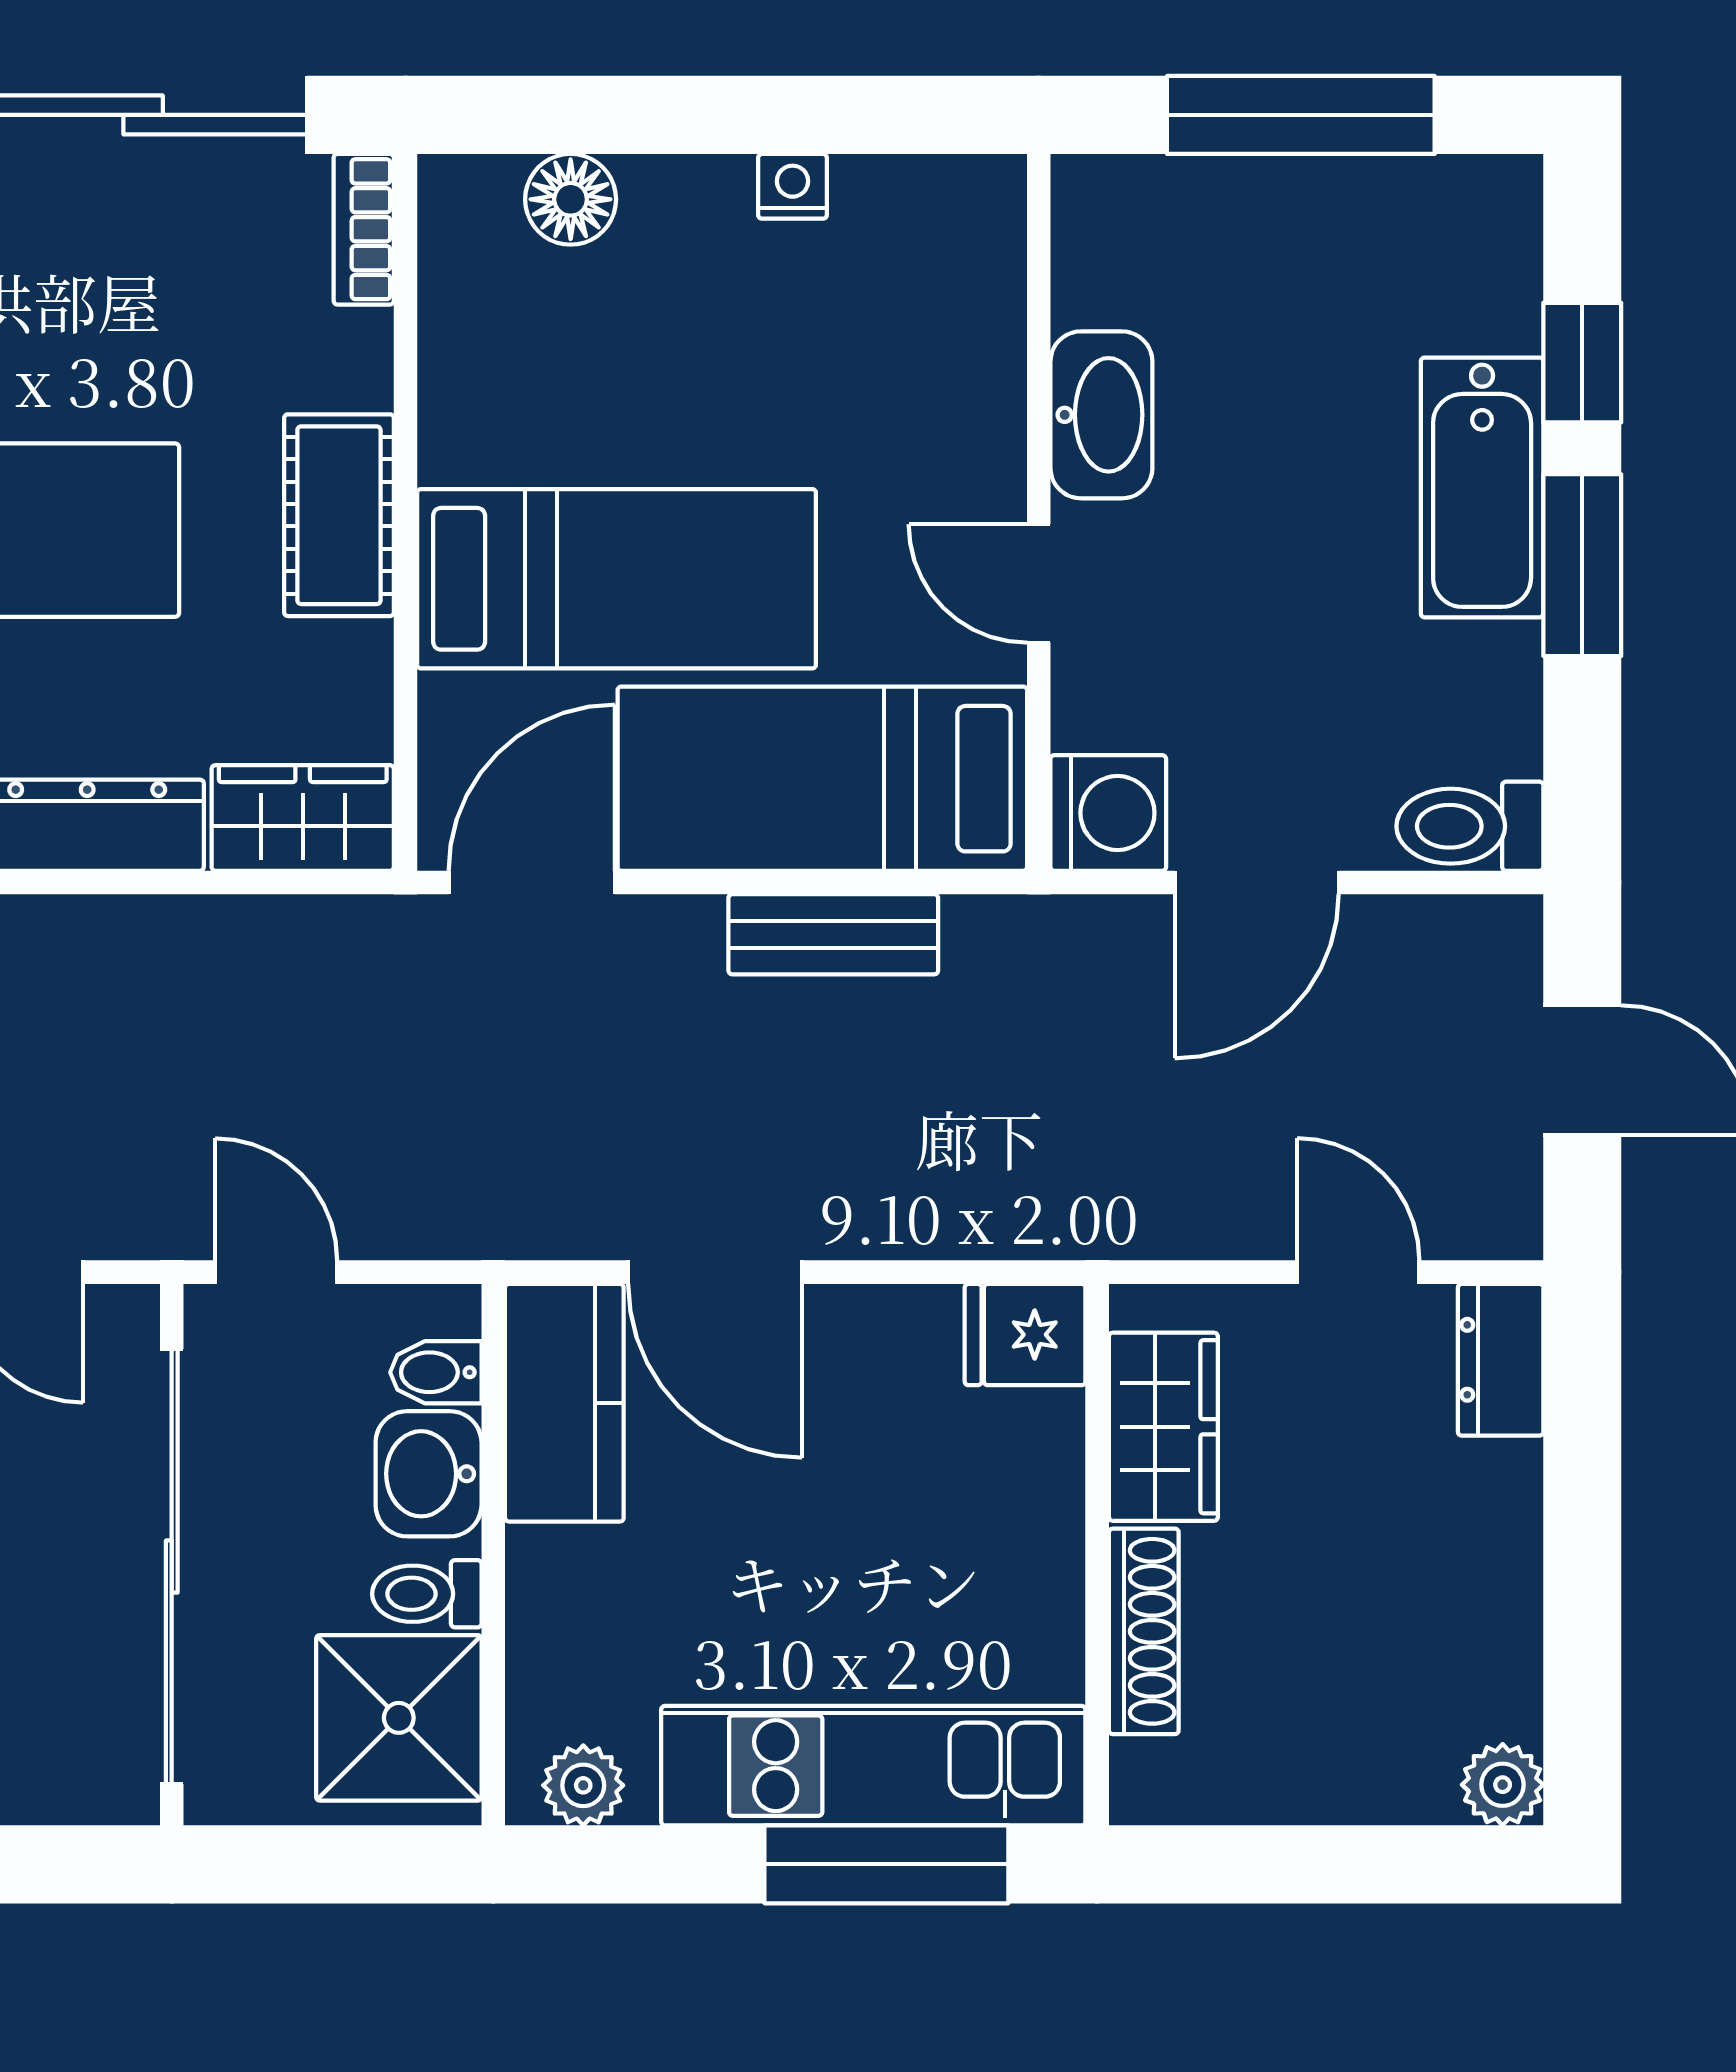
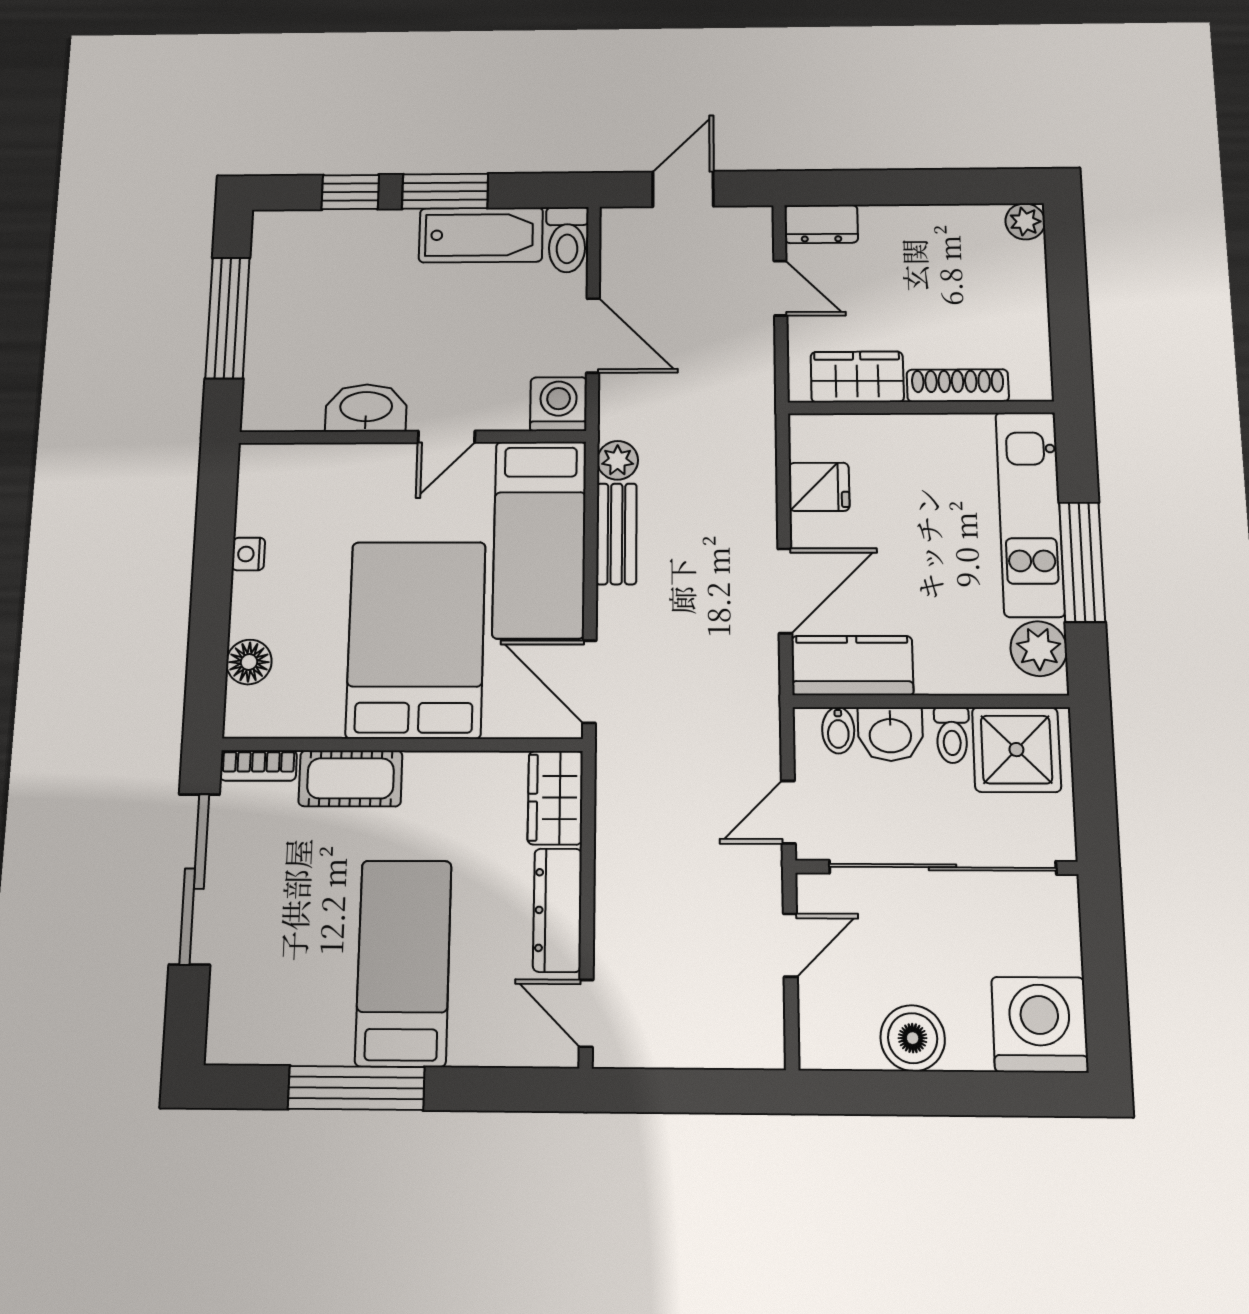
bathtub: (1482, 487) -> (481, 235), moved
cot: (339, 515) -> (350, 778), moved
bed: (617, 579) -> (416, 639), width x1.50
plant: (987, 935) -> (618, 460), added
door: (1358, 1272) -> (780, 288), swing flipped
fridge: (1025, 1335) -> (819, 487), moved, turned -90
plant: (583, 1785) -> (1039, 649), width x1.38, depth x1.38
window: (886, 1864) -> (1082, 562), moved

